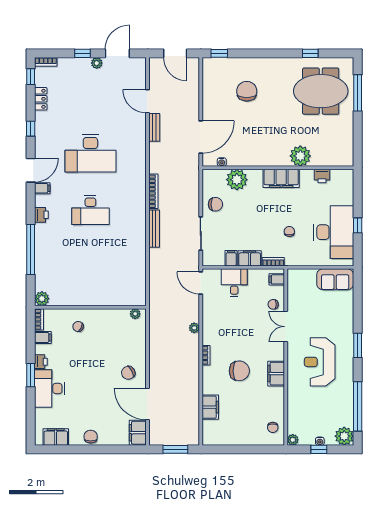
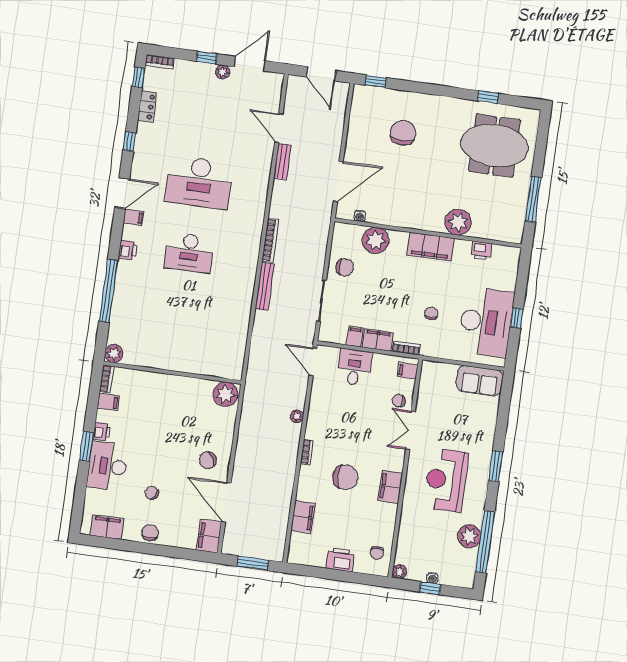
window: (358, 93) -> (533, 199), moved
plant: (135, 314) -> (226, 394), width x1.88, depth x1.88
chair: (78, 326) -> (152, 493), moved
plant: (344, 436) -> (469, 536), moved
printer: (244, 437) -> (340, 560), added

